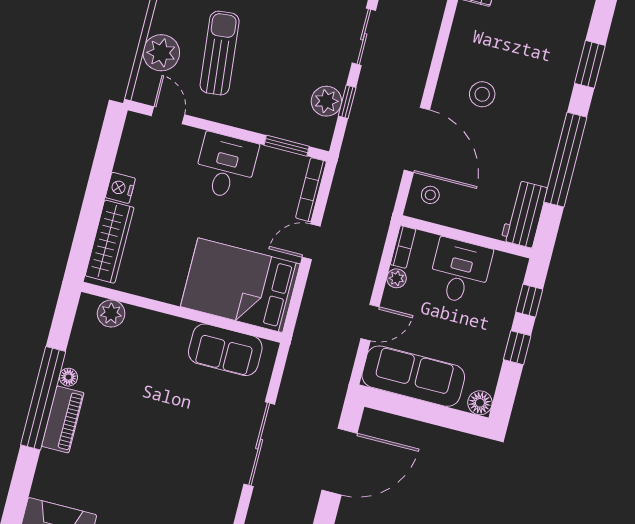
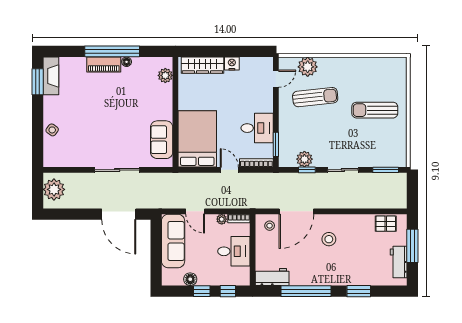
desk: (226, 166) -> (257, 128), moved
floor lamp: (480, 403) -> (190, 279), moved

